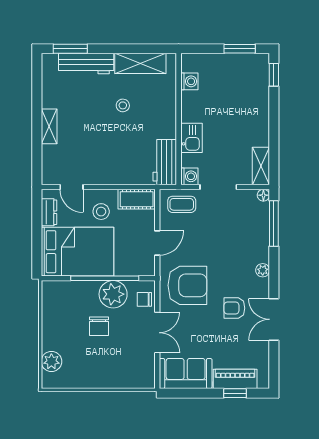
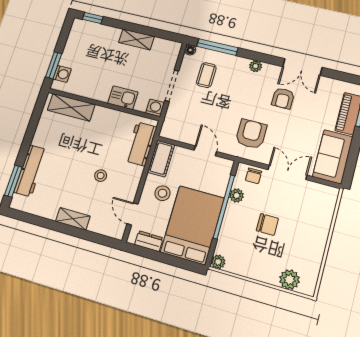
window: (240, 49) -> (54, 65), moved
shelving: (140, 63) -> (71, 107), moved, turned 90
washing machine: (189, 81) -> (62, 74), moved, turned 90
stool: (123, 105) -> (101, 176), moved
workbench: (165, 162) -> (141, 144), moved, turned 90
shelving: (261, 166) -> (136, 39), moved
door: (71, 187) -> (133, 214), swing flipped
coffee table: (182, 204) -> (206, 75), moved
armchair: (187, 285) -> (251, 134), width x0.73, depth x0.73
plant: (48, 288) -> (218, 262), added
plant: (113, 294) -> (237, 195), width x0.53, depth x0.53

